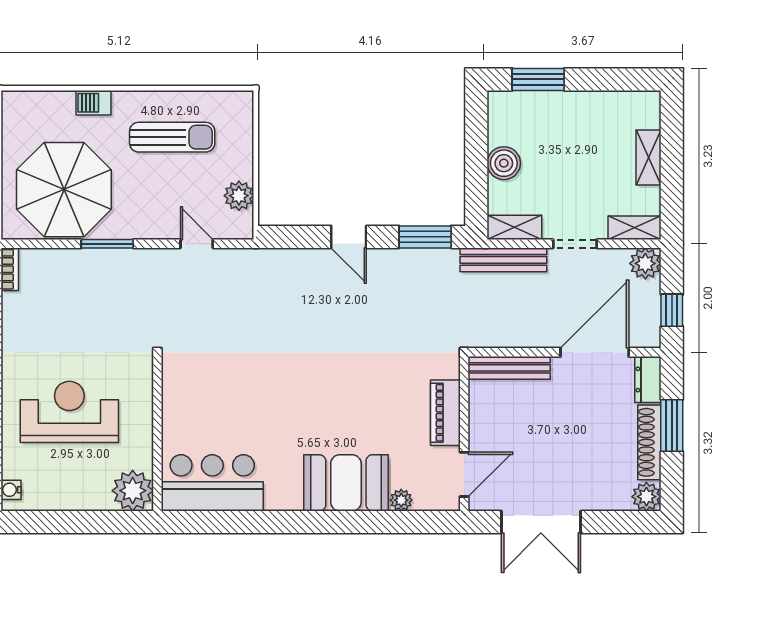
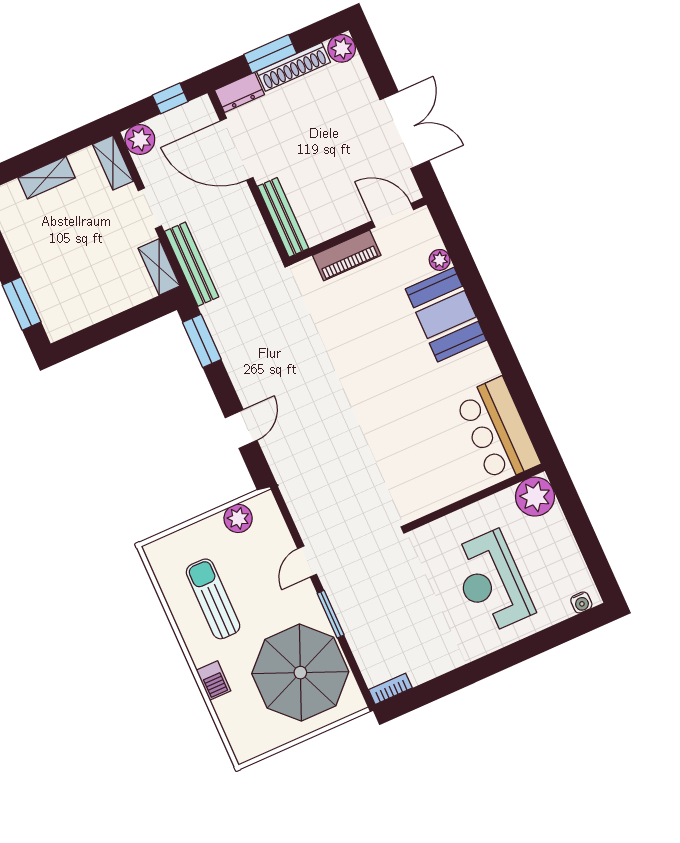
boiler: (504, 163) -> (107, 301), removed
door: (349, 237) -> (241, 429), moved
door: (197, 244) -> (307, 561), moved

